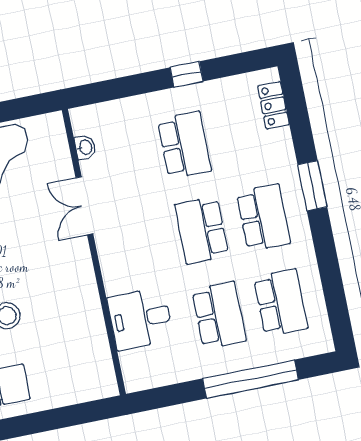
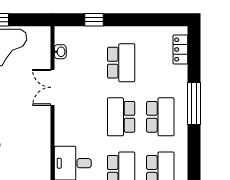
window: (187, 74) -> (94, 20), moved
window: (312, 186) -> (194, 103), width x1.44

